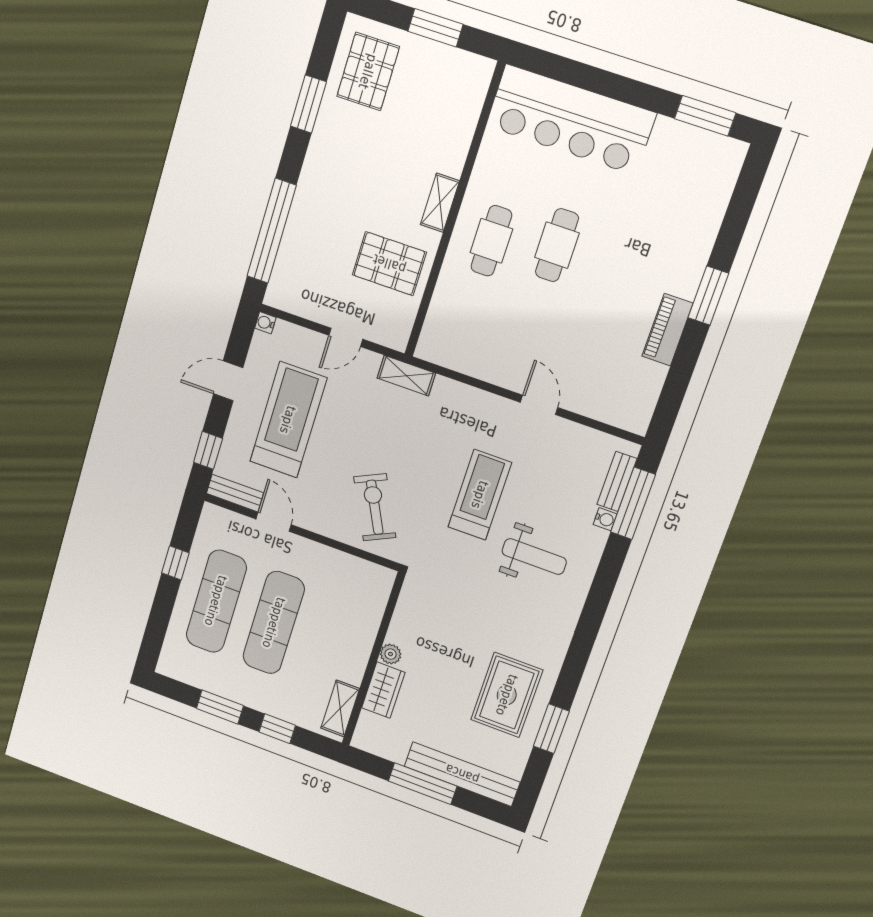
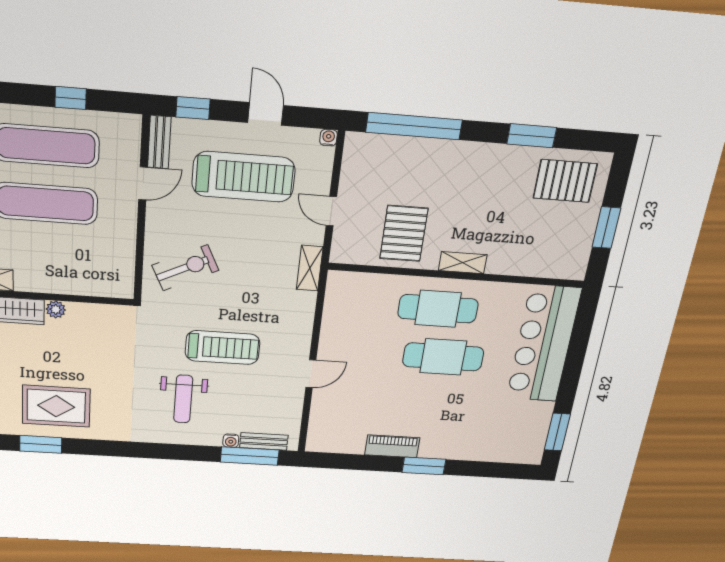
cafe table: (491, 241) -> (438, 309), width x1.37, depth x1.35
cafe table: (557, 245) -> (443, 357), width x1.37, depth x1.35

